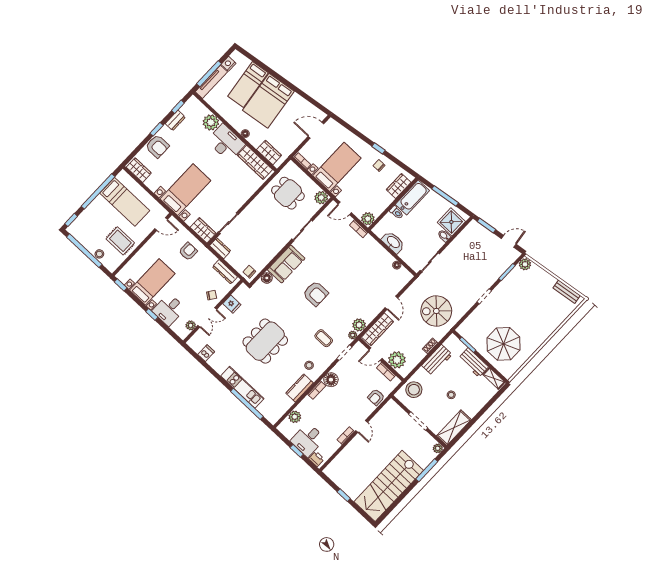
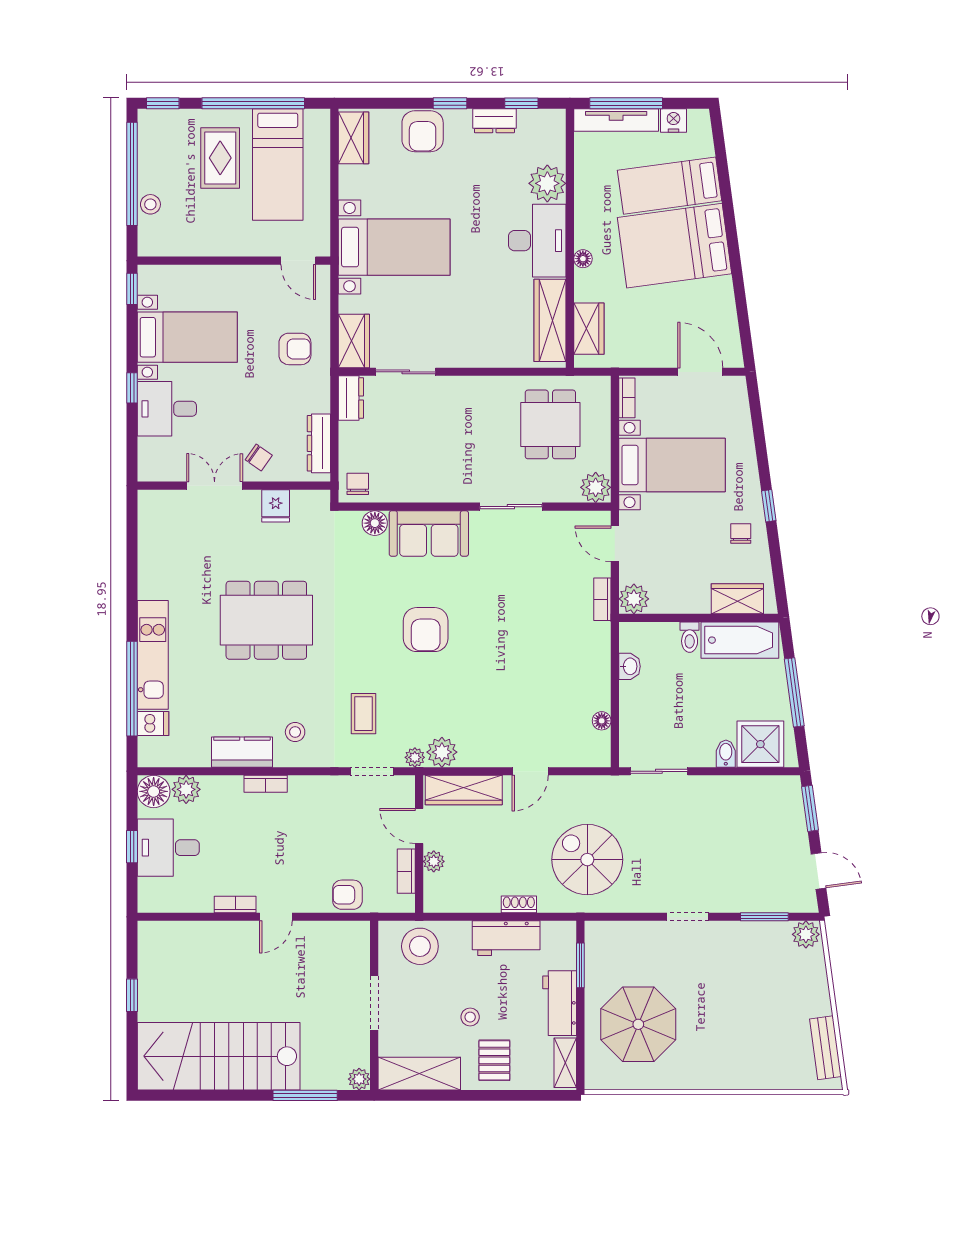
rug: (120, 241) -> (220, 158), moved
washbasin: (393, 242) -> (630, 666), width x0.52, depth x0.69
double door: (207, 317) -> (215, 486), swing flipped
plant: (191, 325) -> (175, 470), removed
dishwasher: (206, 353) -> (153, 724), moved
plant: (397, 360) -> (434, 861), width x0.53, depth x0.53
floor lamp: (331, 380) -> (154, 791), moved
pallet: (472, 400) -> (494, 1060), added
printer: (316, 459) -> (150, 892), removed

